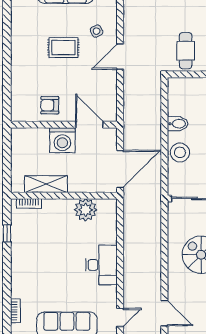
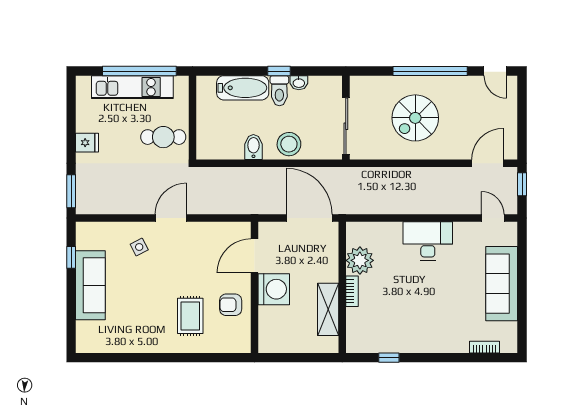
rug: (63, 48) -> (190, 316), moved
door: (120, 57) -> (171, 218), swing flipped
armchair: (50, 105) -> (231, 305), turned 90
bookcase: (29, 204) -> (352, 291), moved

